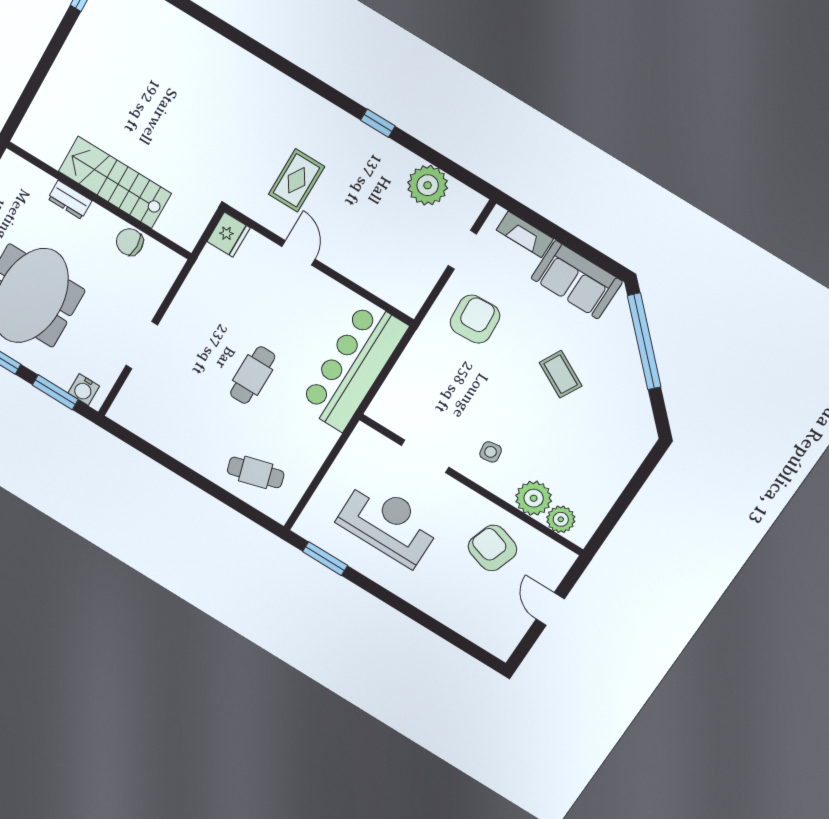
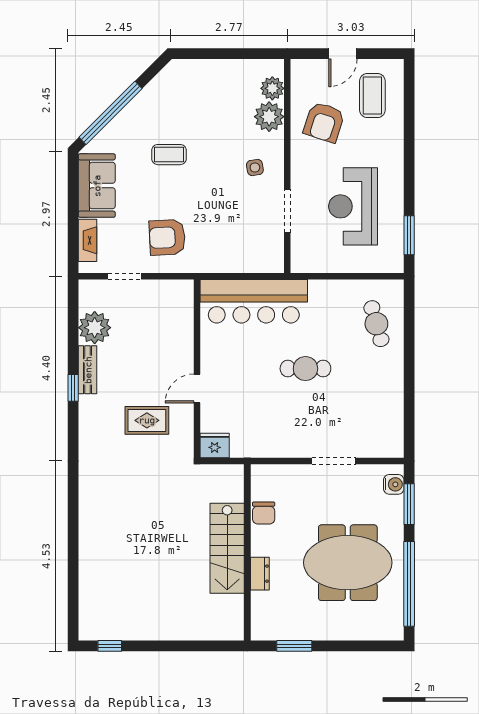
bench: (388, 150) -> (88, 370), added
coffee table: (561, 374) -> (169, 155), turned 62
coffee table: (489, 611) -> (372, 96), added

